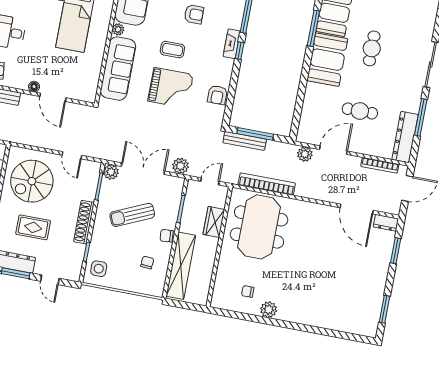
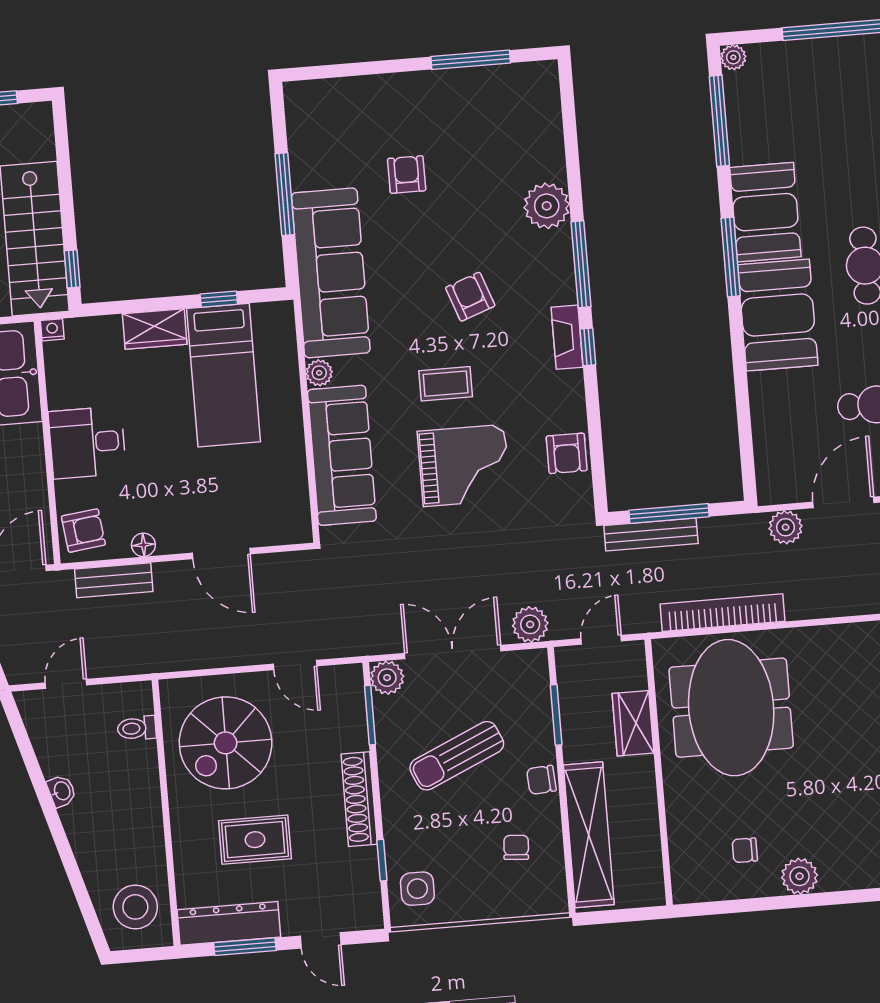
armchair: (194, 14) -> (470, 297), turned -110
floor lamp: (34, 87) -> (143, 545), moved

